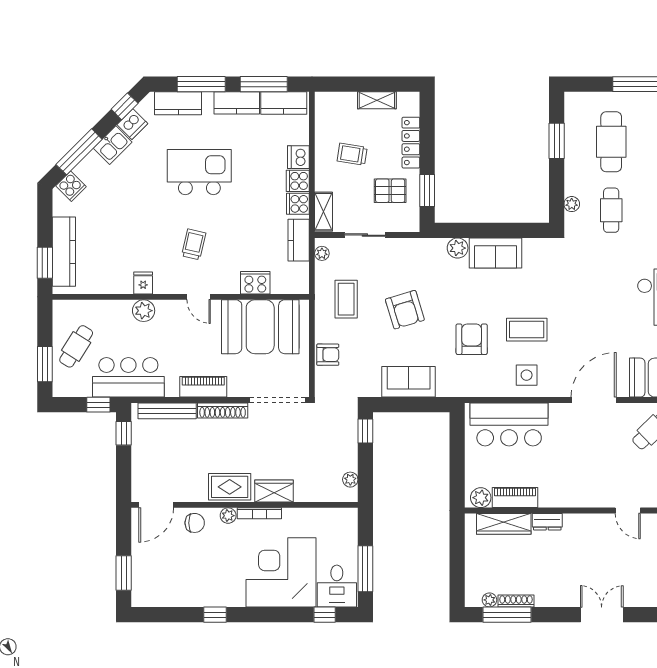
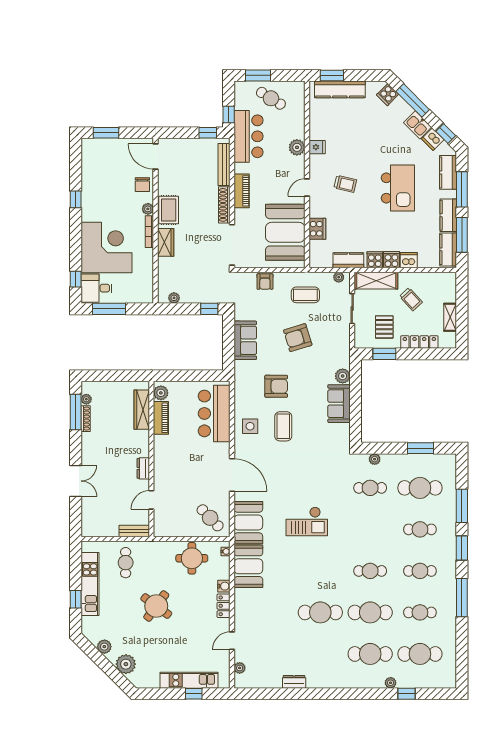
trolley: (352, 154) -> (411, 299), turned 128
shelving: (324, 212) -> (376, 281), width x1.50, depth x1.33
dresser: (547, 522) -> (143, 468), moved

